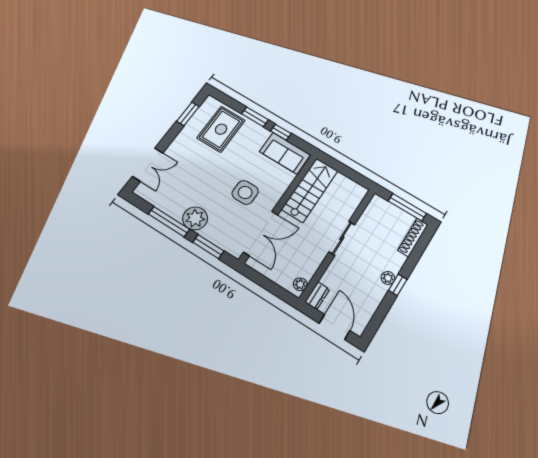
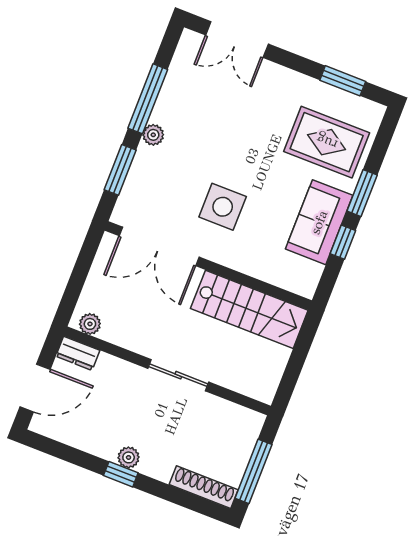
sofa: (285, 153) -> (319, 222), moved
plant: (195, 218) -> (153, 135), width x0.53, depth x0.53

